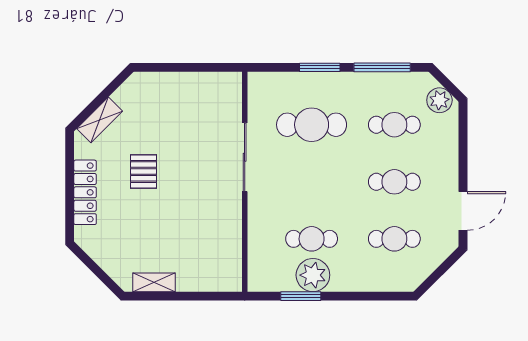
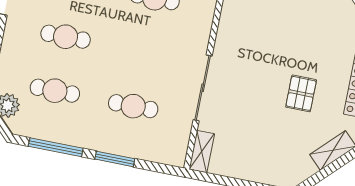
shelving: (233, 92) -> (202, 151), added
cafe table: (312, 125) -> (133, 106), width x0.73, depth x0.74

